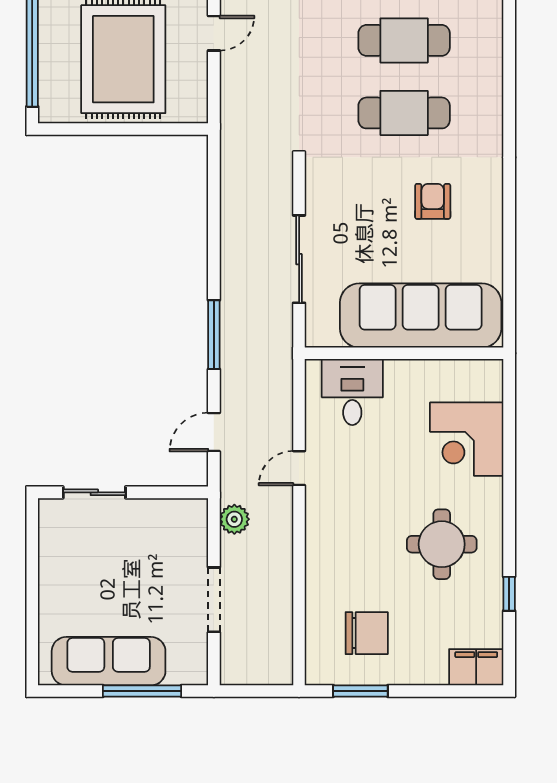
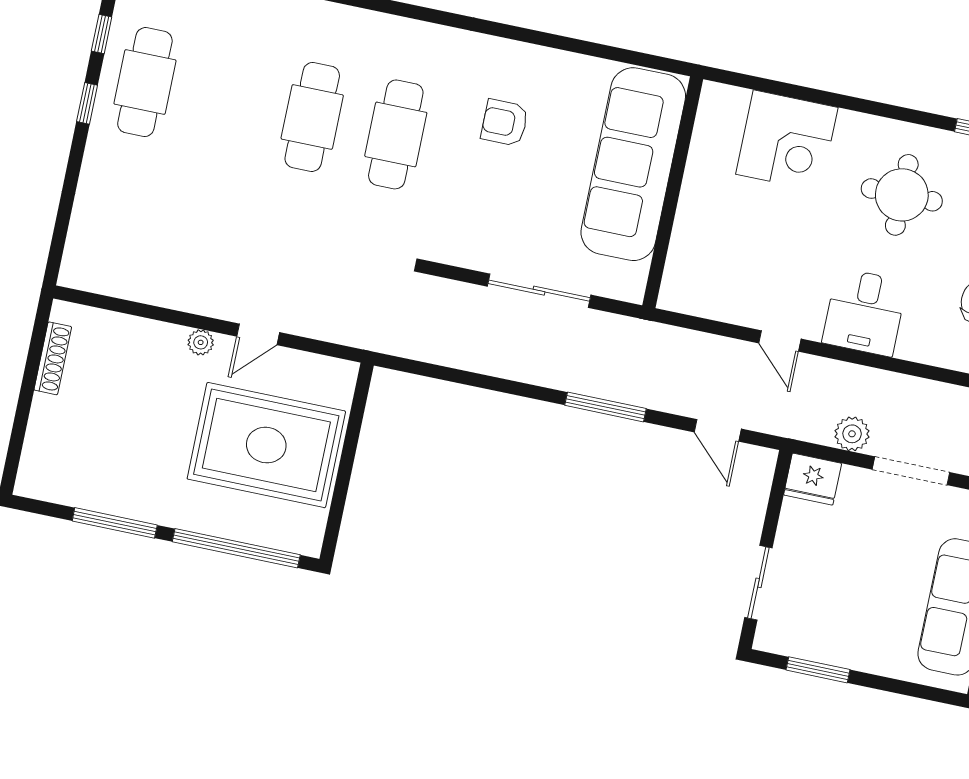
door: (214, 33) -> (258, 334), swing flipped
desk: (352, 392) -> (865, 312), moved, turned -90
fridge: (190, 519) -> (813, 479), added
plant: (234, 519) -> (852, 434), moved
window: (32, 557) -> (818, 670), added

